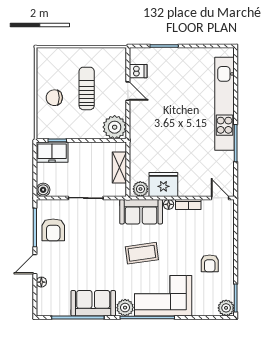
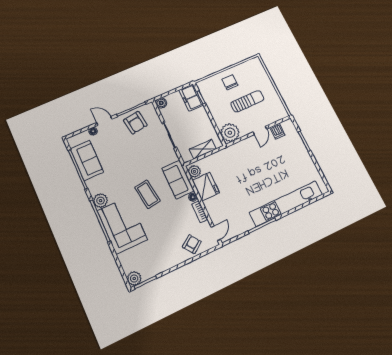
armchair: (53, 230) -> (135, 123), turned -98
armchair: (210, 263) -> (192, 244), moved, turned 145
sofa: (93, 303) -> (87, 160), moved

